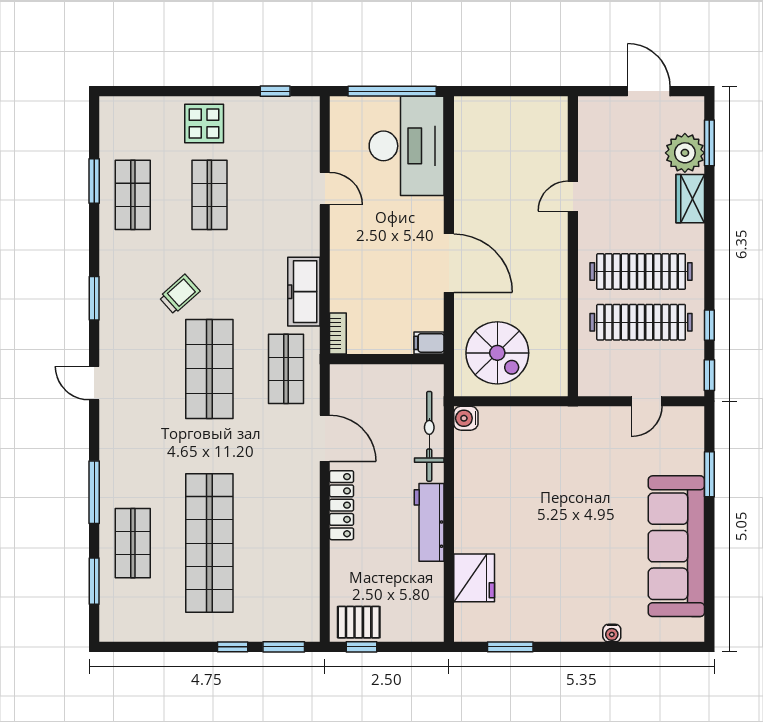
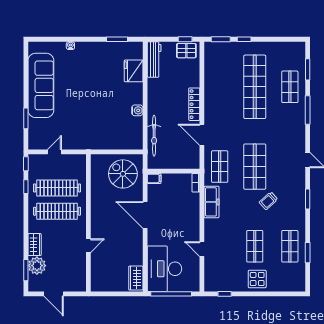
wardrobe: (469, 126) -> (136, 278), added
water cooler: (466, 418) -> (137, 110), moved
workbench: (429, 522) -> (154, 59), moved

